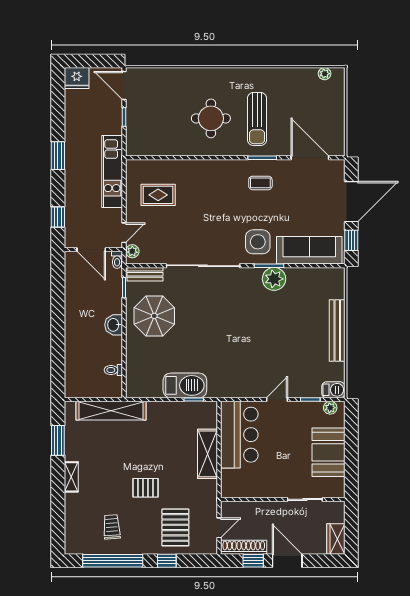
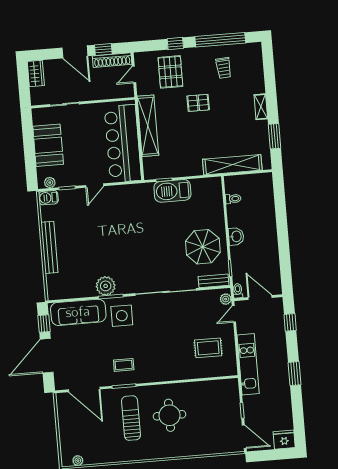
bar counter: (239, 435) -> (123, 144), width x1.36
shelving: (208, 454) -> (148, 126), width x1.47

